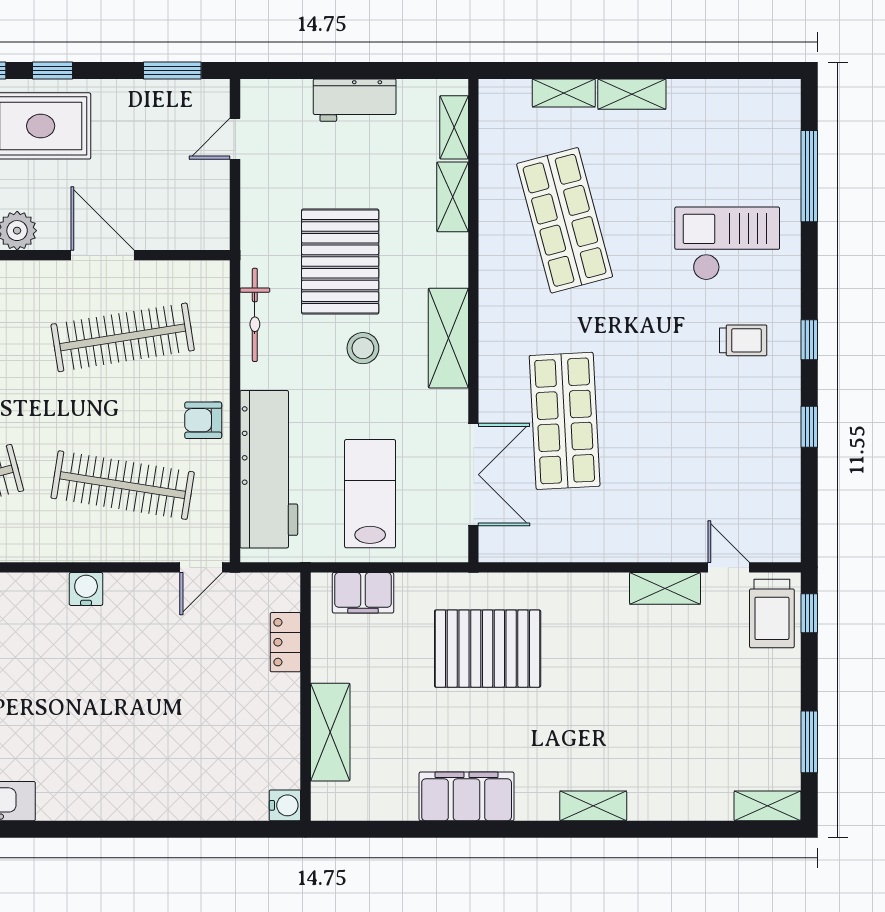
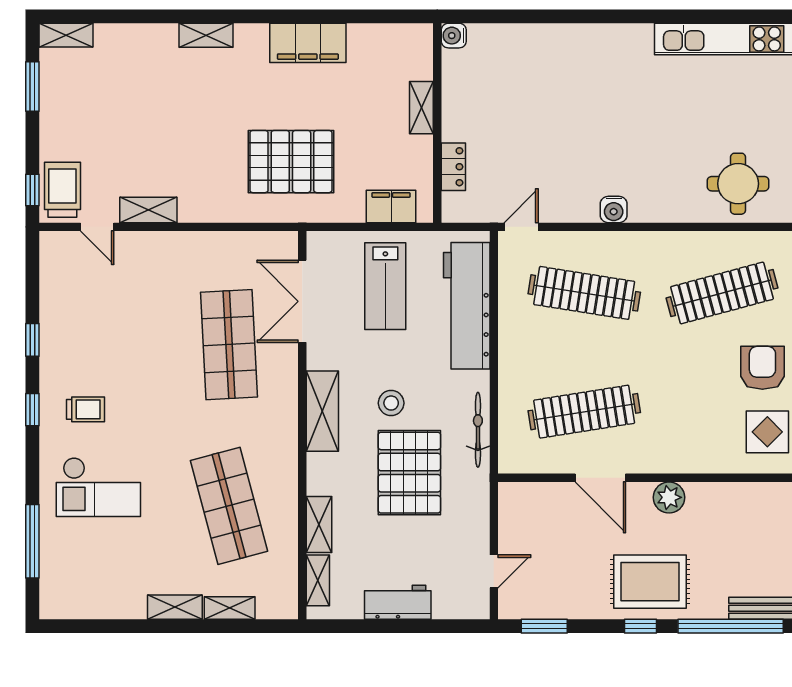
trolley: (743, 340) -> (85, 409), turned 180
armchair: (203, 420) -> (519, 345), removed
shelving: (330, 732) -> (421, 108), width x0.67, depth x0.75

